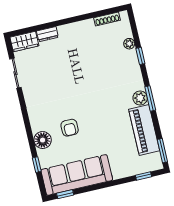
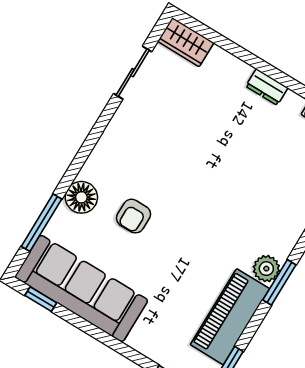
dresser: (47, 34) -> (267, 87), moved
window: (37, 165) -> (41, 223), width x2.17

